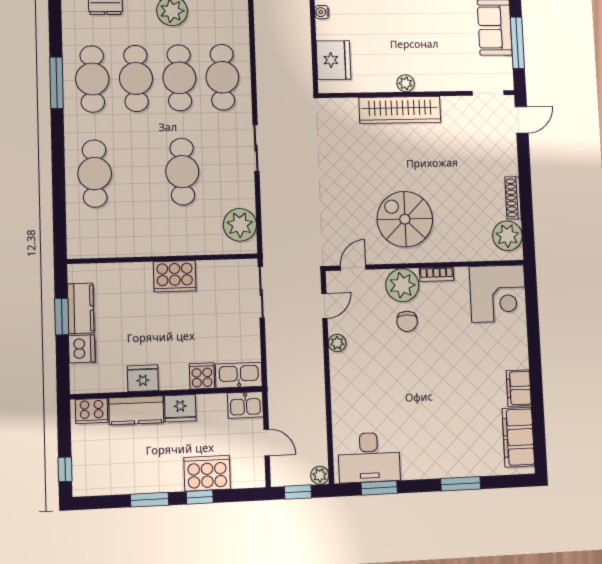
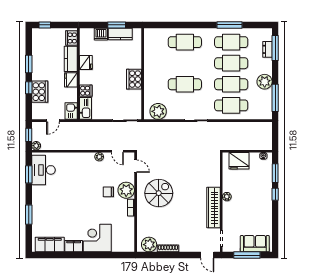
wardrobe: (400, 110) -> (213, 208), moved
corner desk: (498, 294) -> (97, 238), moved, turned 90

